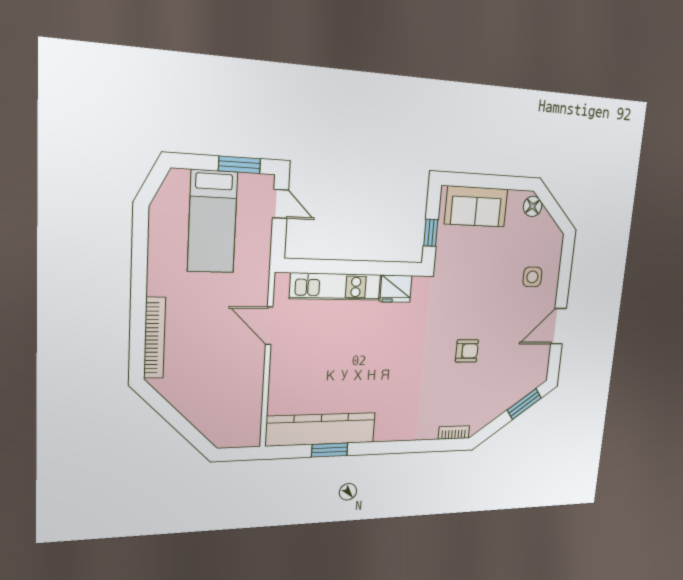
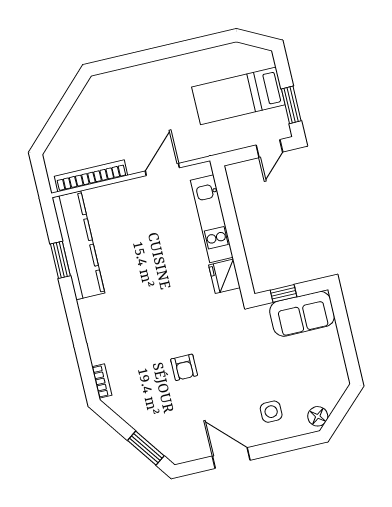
floor lamp: (533, 206) -> (318, 416), moved
sofa: (476, 207) -> (302, 314), moved, turned -90
bookcase: (155, 338) -> (91, 176), moved, turned 180

